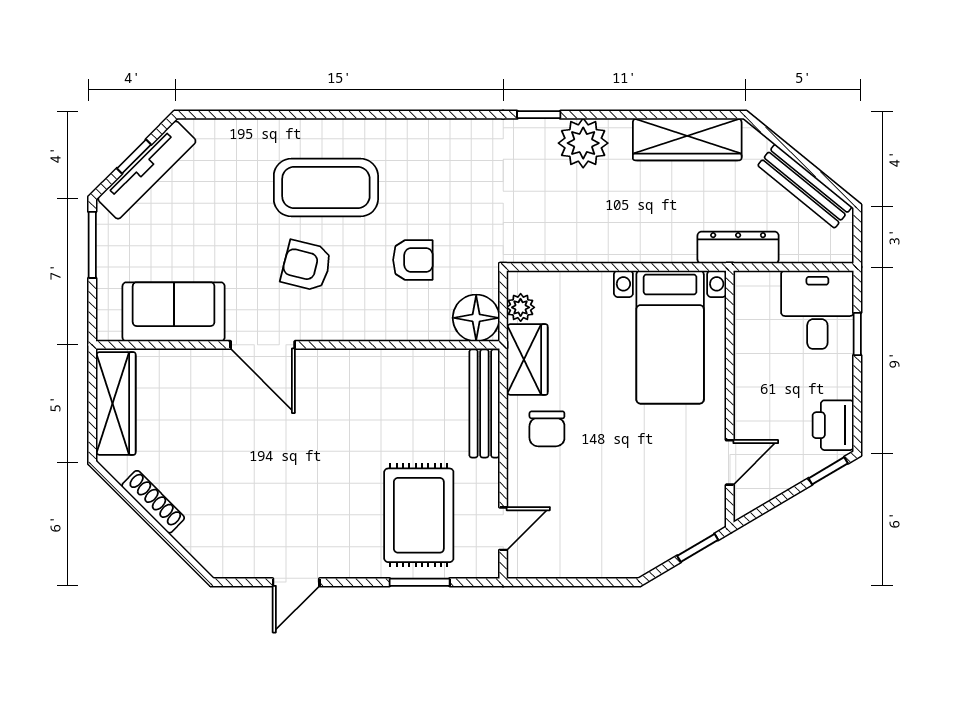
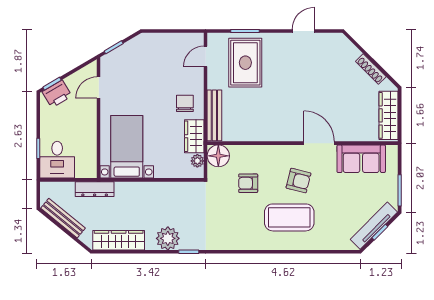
printer: (833, 425) -> (57, 94), moved, turned 59

